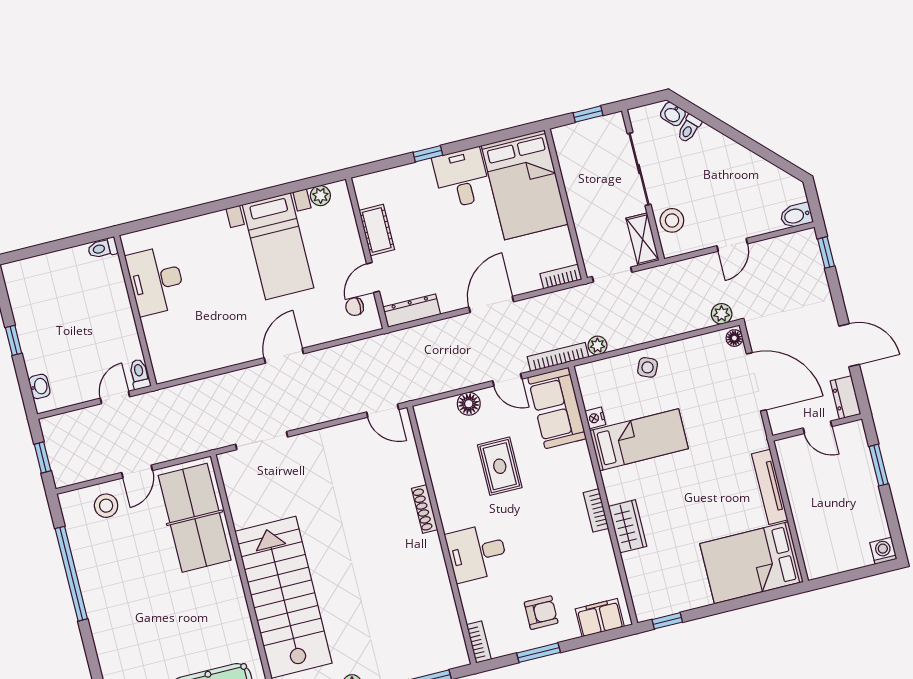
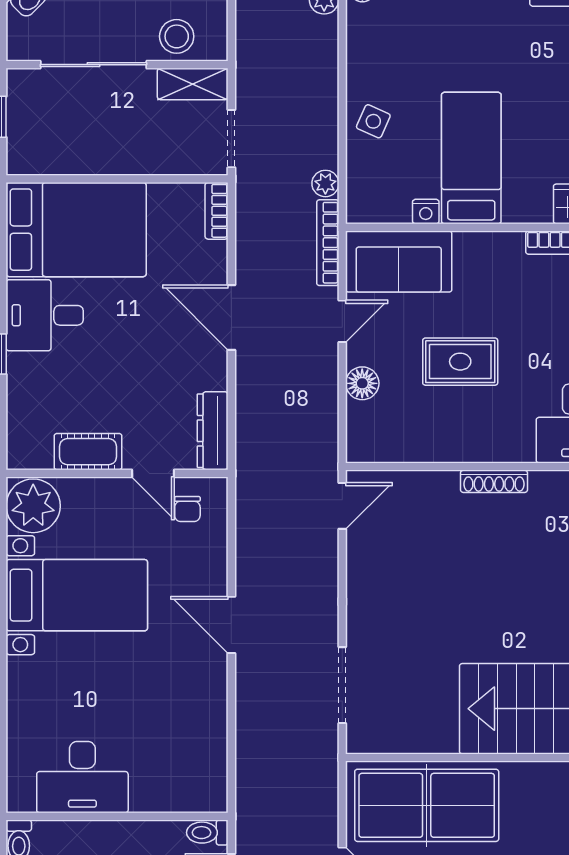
plant: (320, 196) -> (33, 506), width x1.88, depth x1.88

